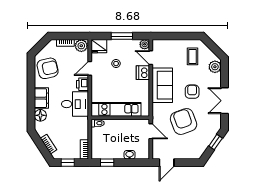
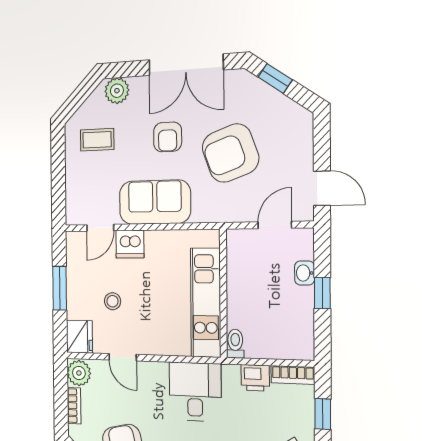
plant: (145, 44) -> (75, 241), removed
printer: (82, 84) -> (255, 378), moved
armchair: (192, 92) -> (168, 137), turned -90
double door: (225, 101) -> (186, 65), width x1.37
door: (151, 131) -> (275, 225), moved
window: (107, 163) -> (322, 293), moved

